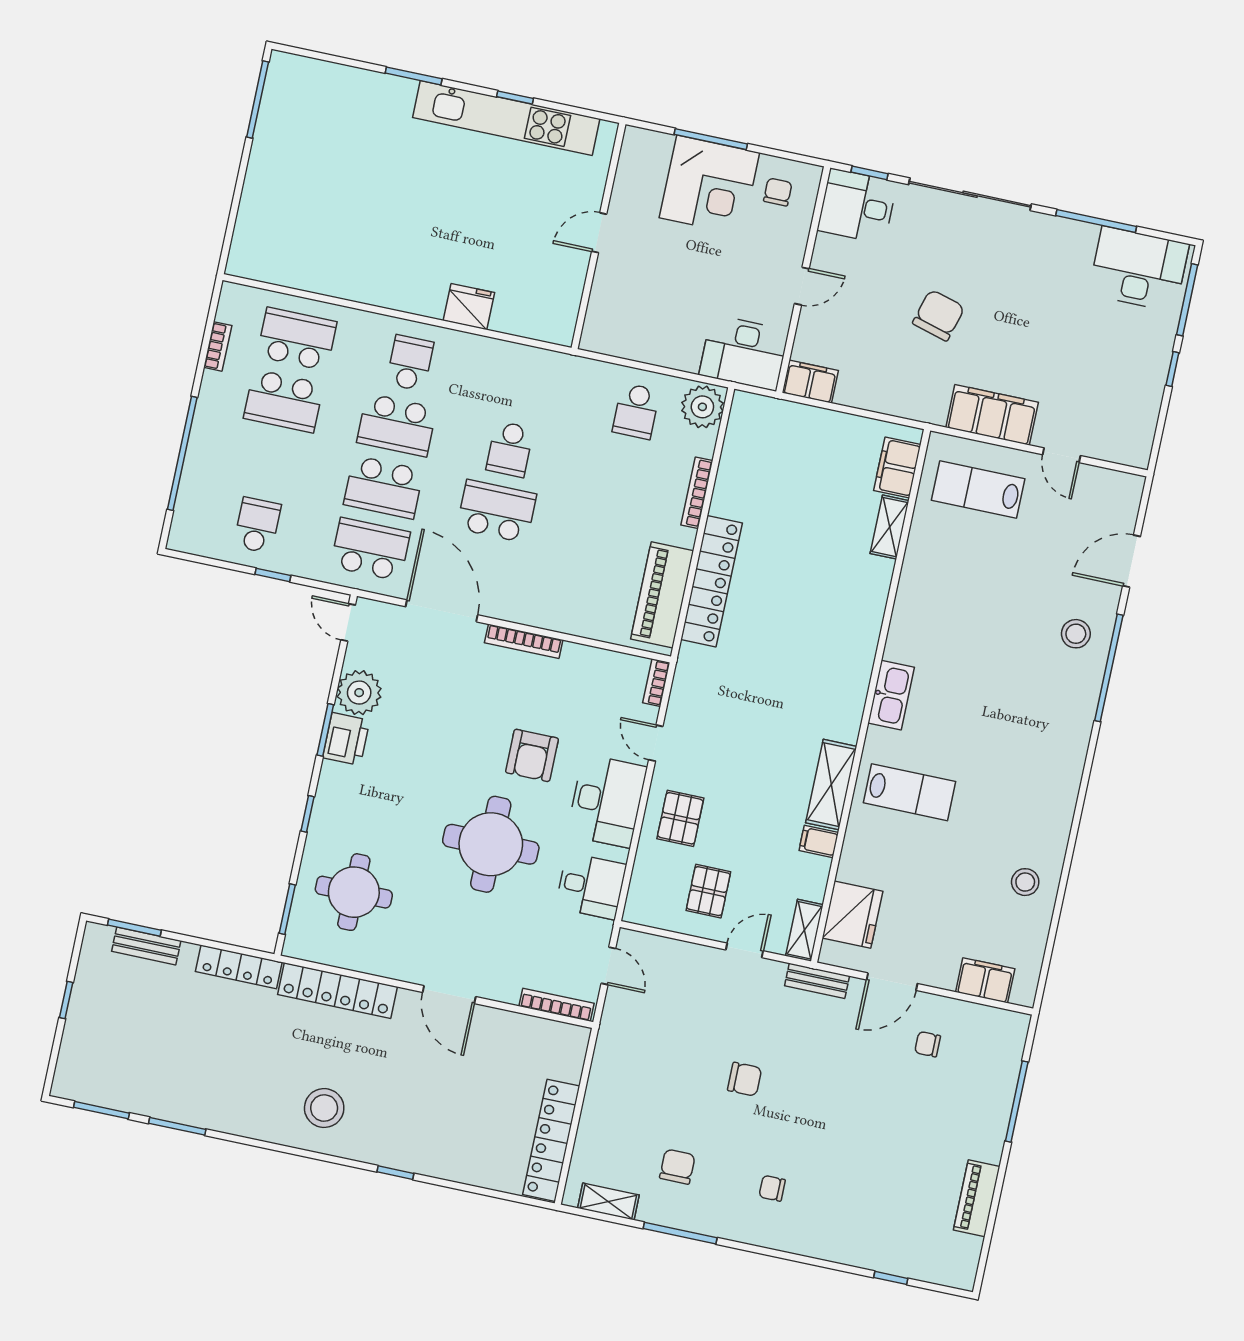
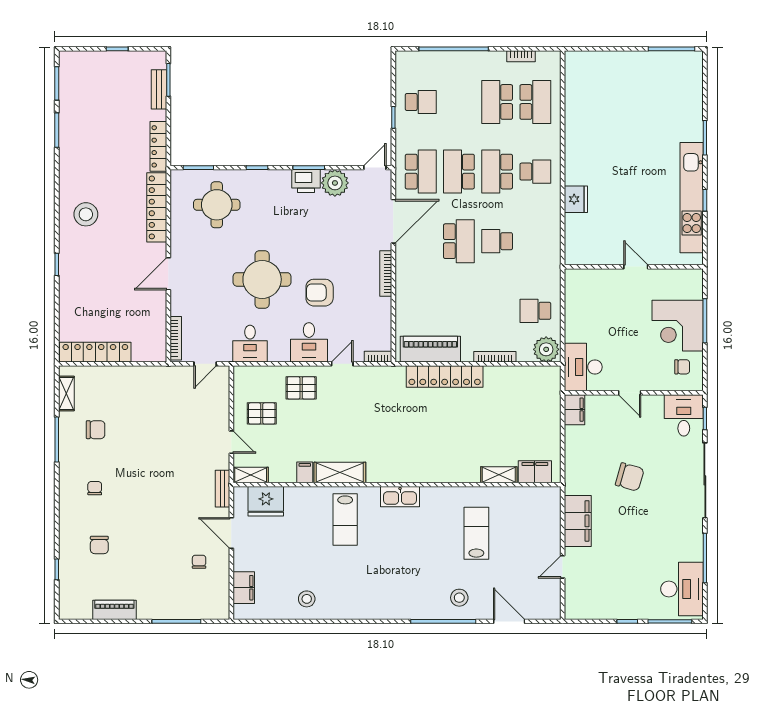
lab bench: (978, 490) -> (476, 533), moved
desk: (607, 801) -> (309, 342), width x0.73
chair: (745, 1079) -> (99, 545), moved

